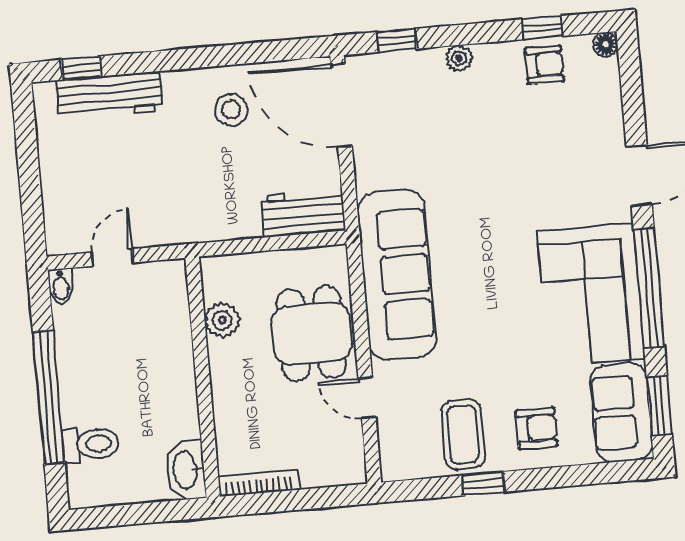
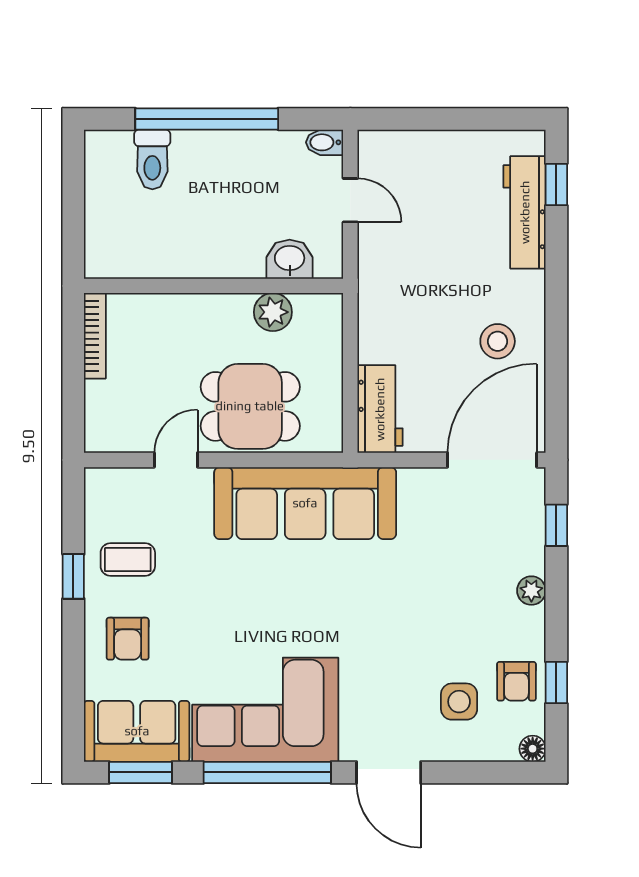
side table: (568, 116) -> (459, 702), added
coffee table: (463, 434) -> (128, 559), width x0.73, depth x0.77
washbasin: (186, 470) -> (290, 259), moved, width x0.72

